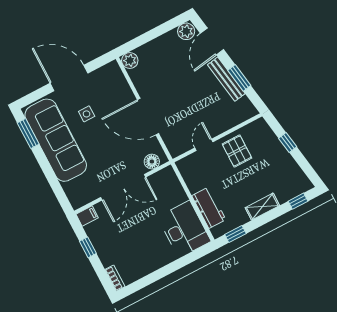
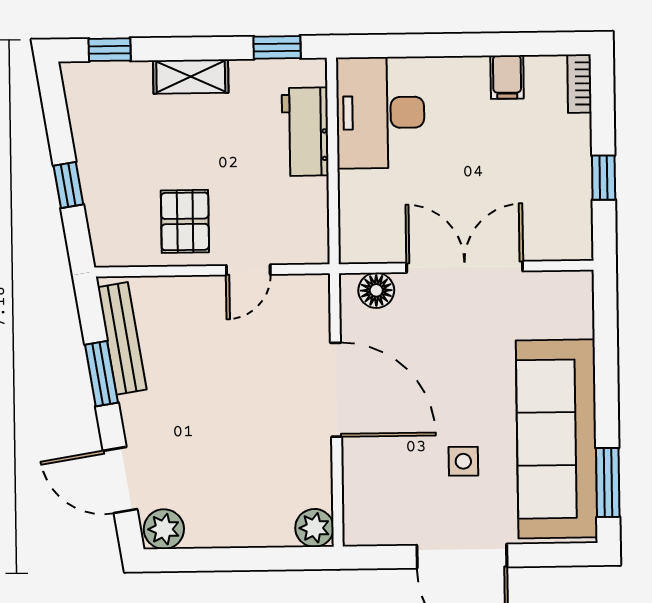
door: (212, 41) -> (120, 480), swing flipped
bench: (226, 79) -> (122, 338), moved
filing cabinet: (87, 216) -> (507, 77), moved, turned -90

